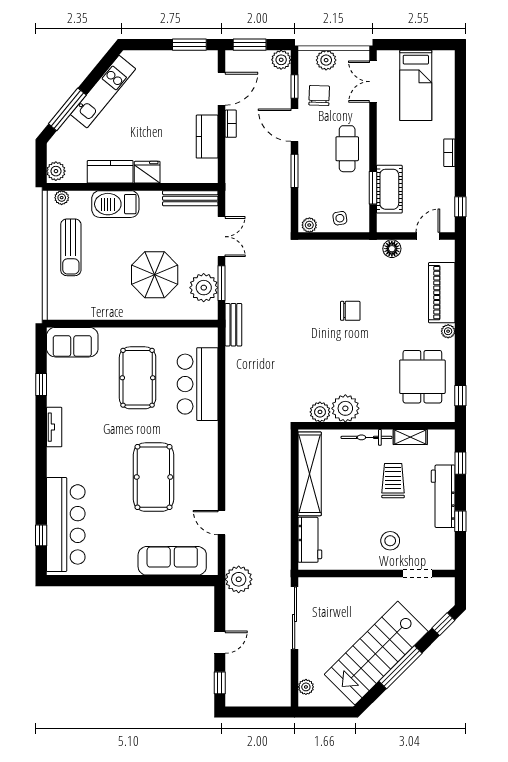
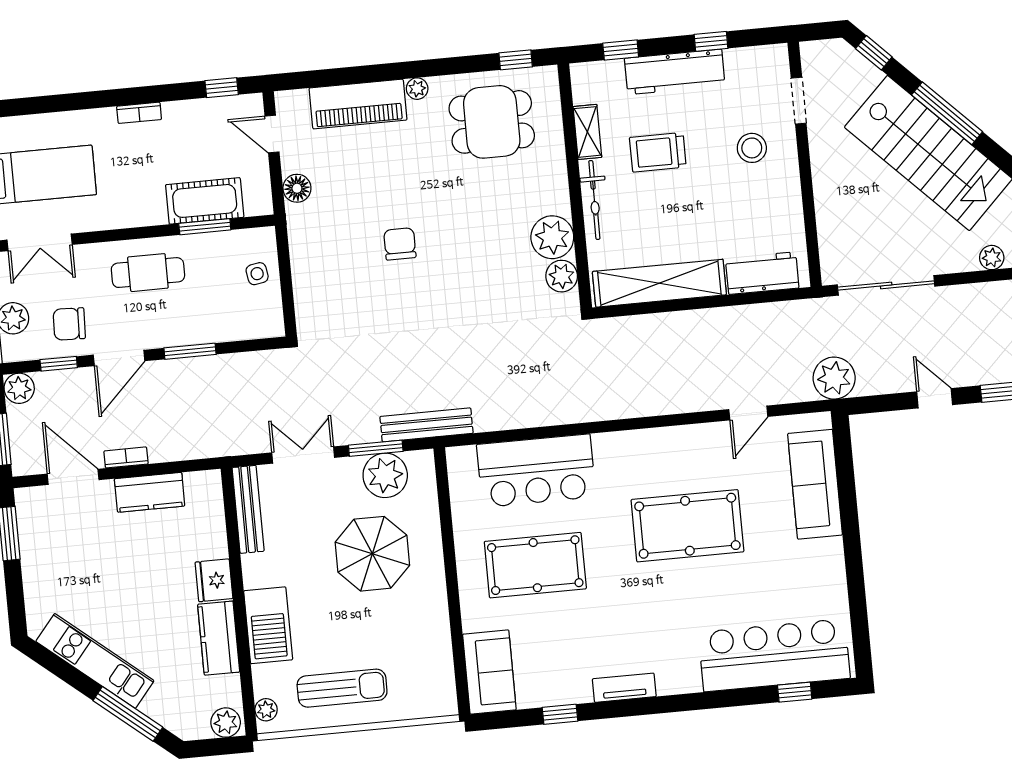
plant: (309, 225) -> (272, 320), removed
bench: (233, 325) -> (427, 425), width x1.36

